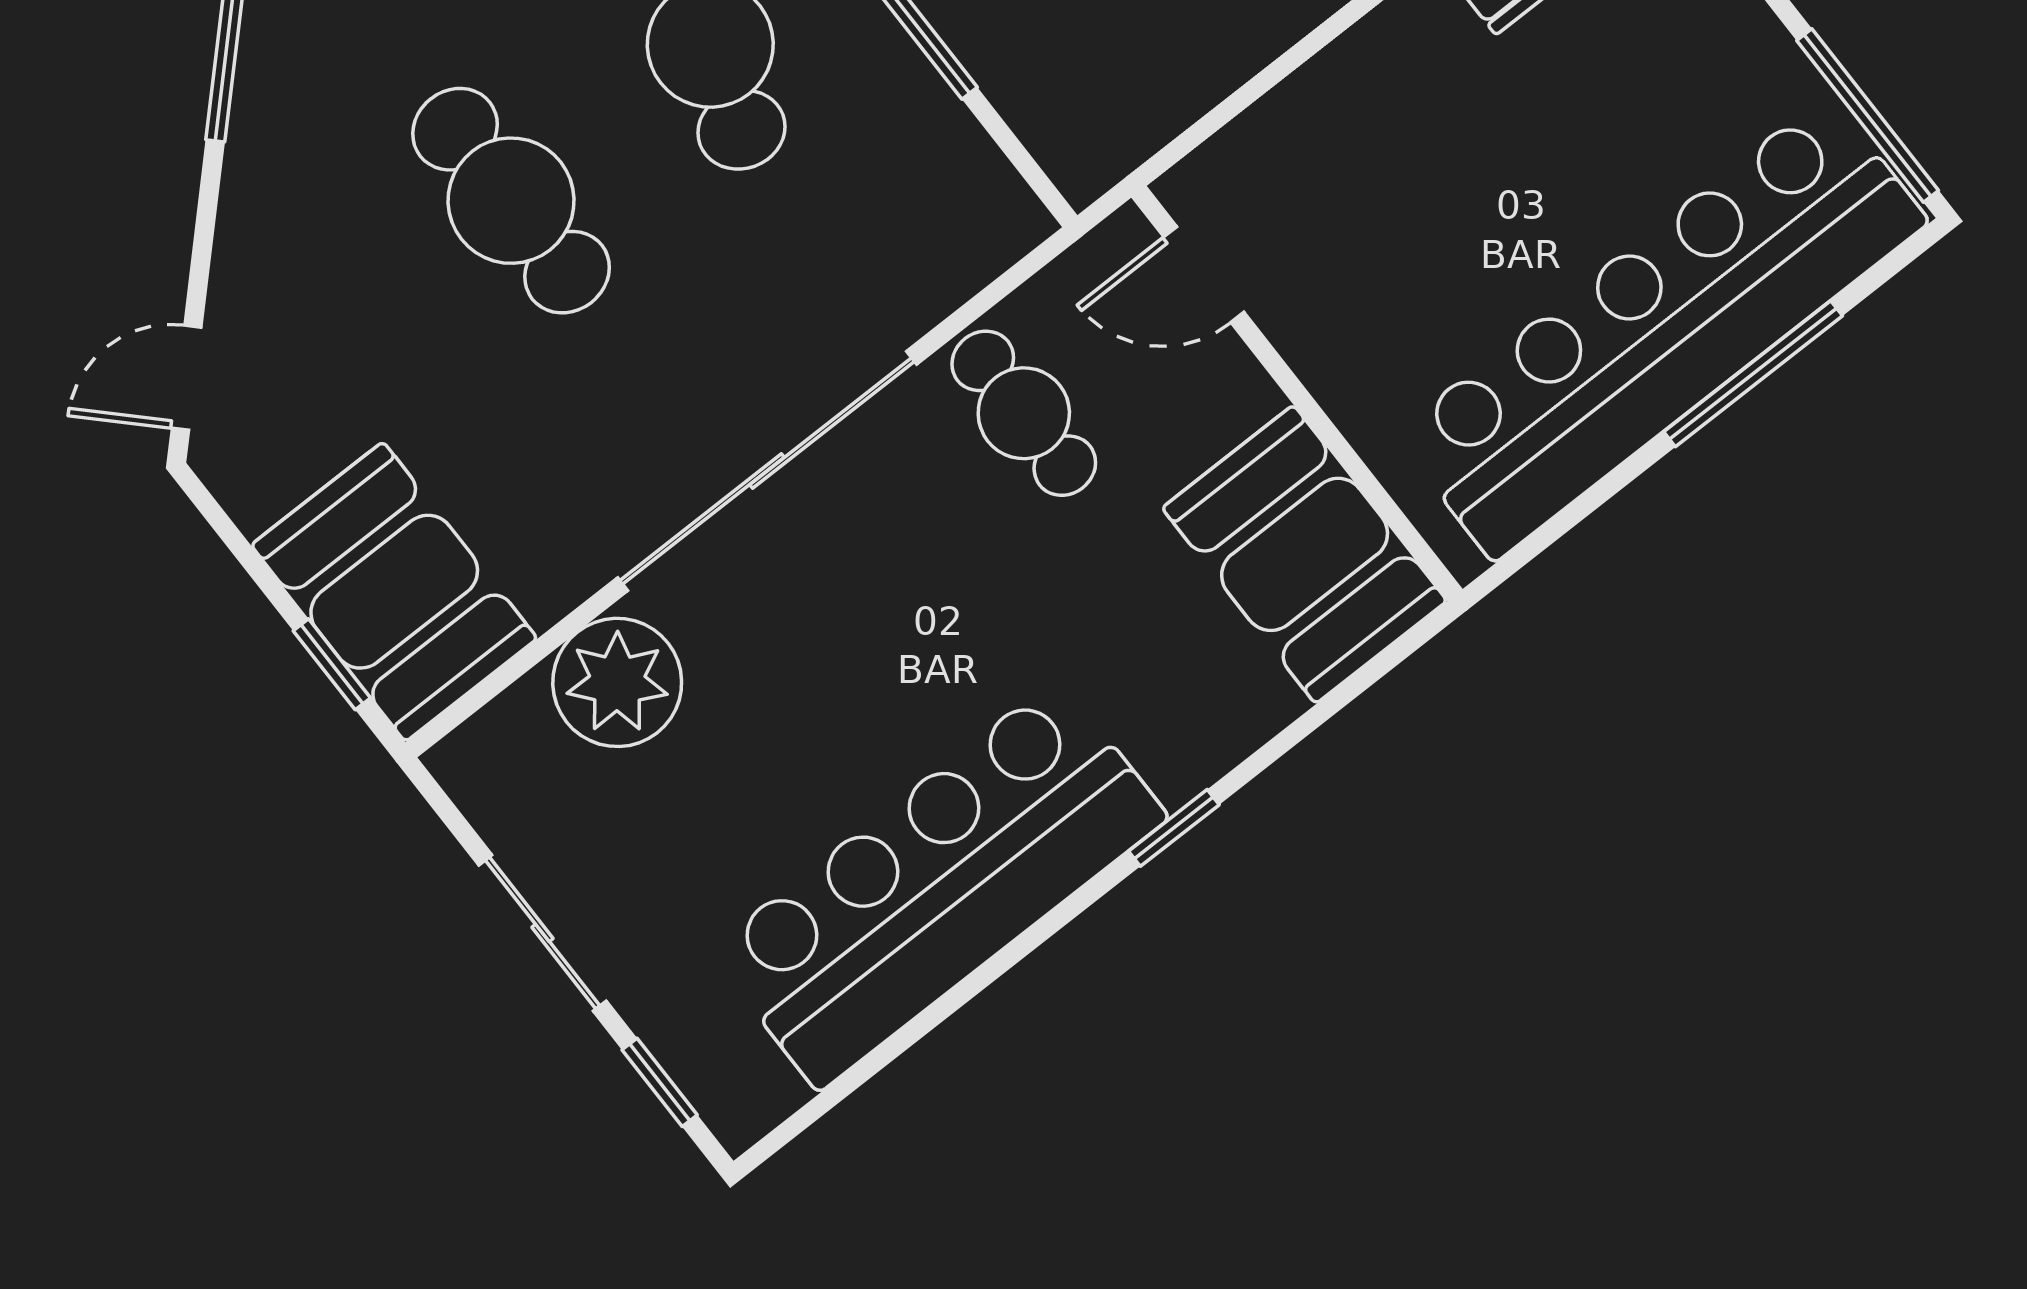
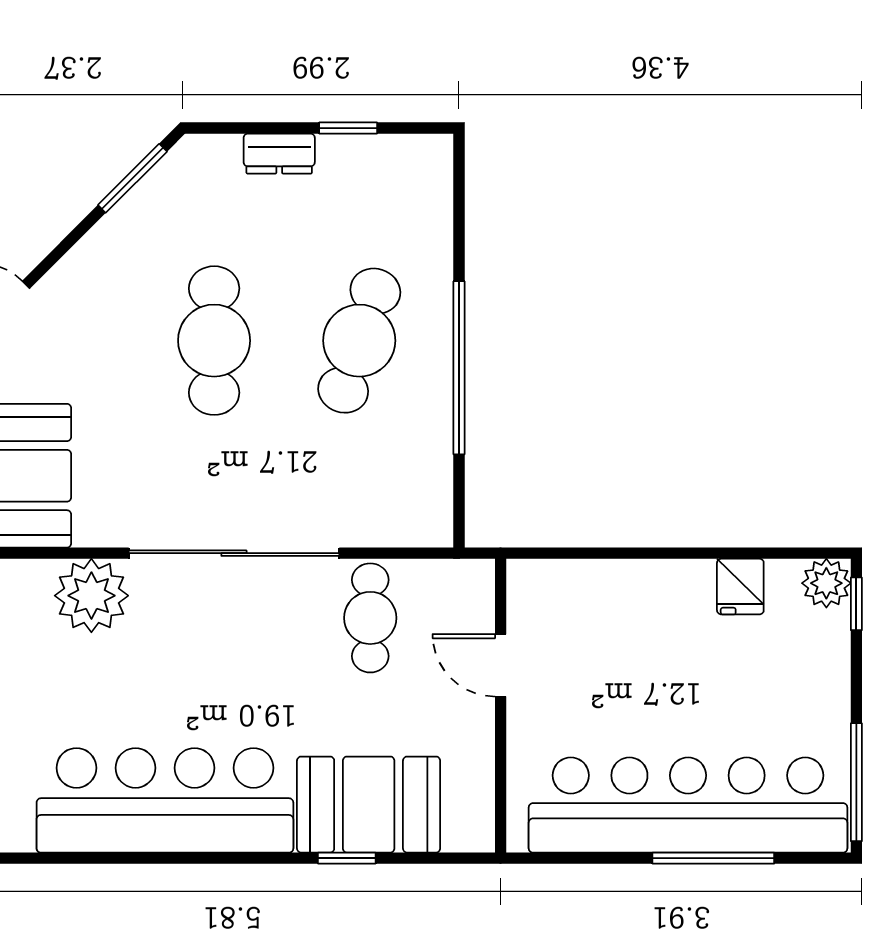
door: (1204, 275) -> (501, 665), moved
booth: (1305, 554) -> (369, 805), moved, turned 90
window: (1174, 828) -> (347, 858), moved

